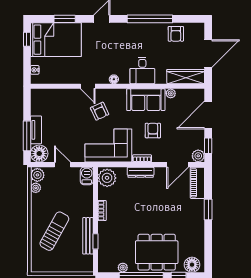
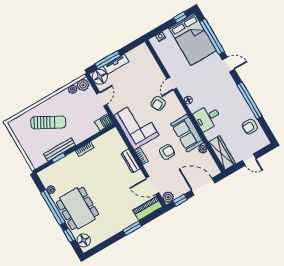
window: (65, 19) -> (212, 37), width x2.11
door: (208, 54) -> (249, 160), width x0.53
plant: (107, 178) -> (111, 138), removed

